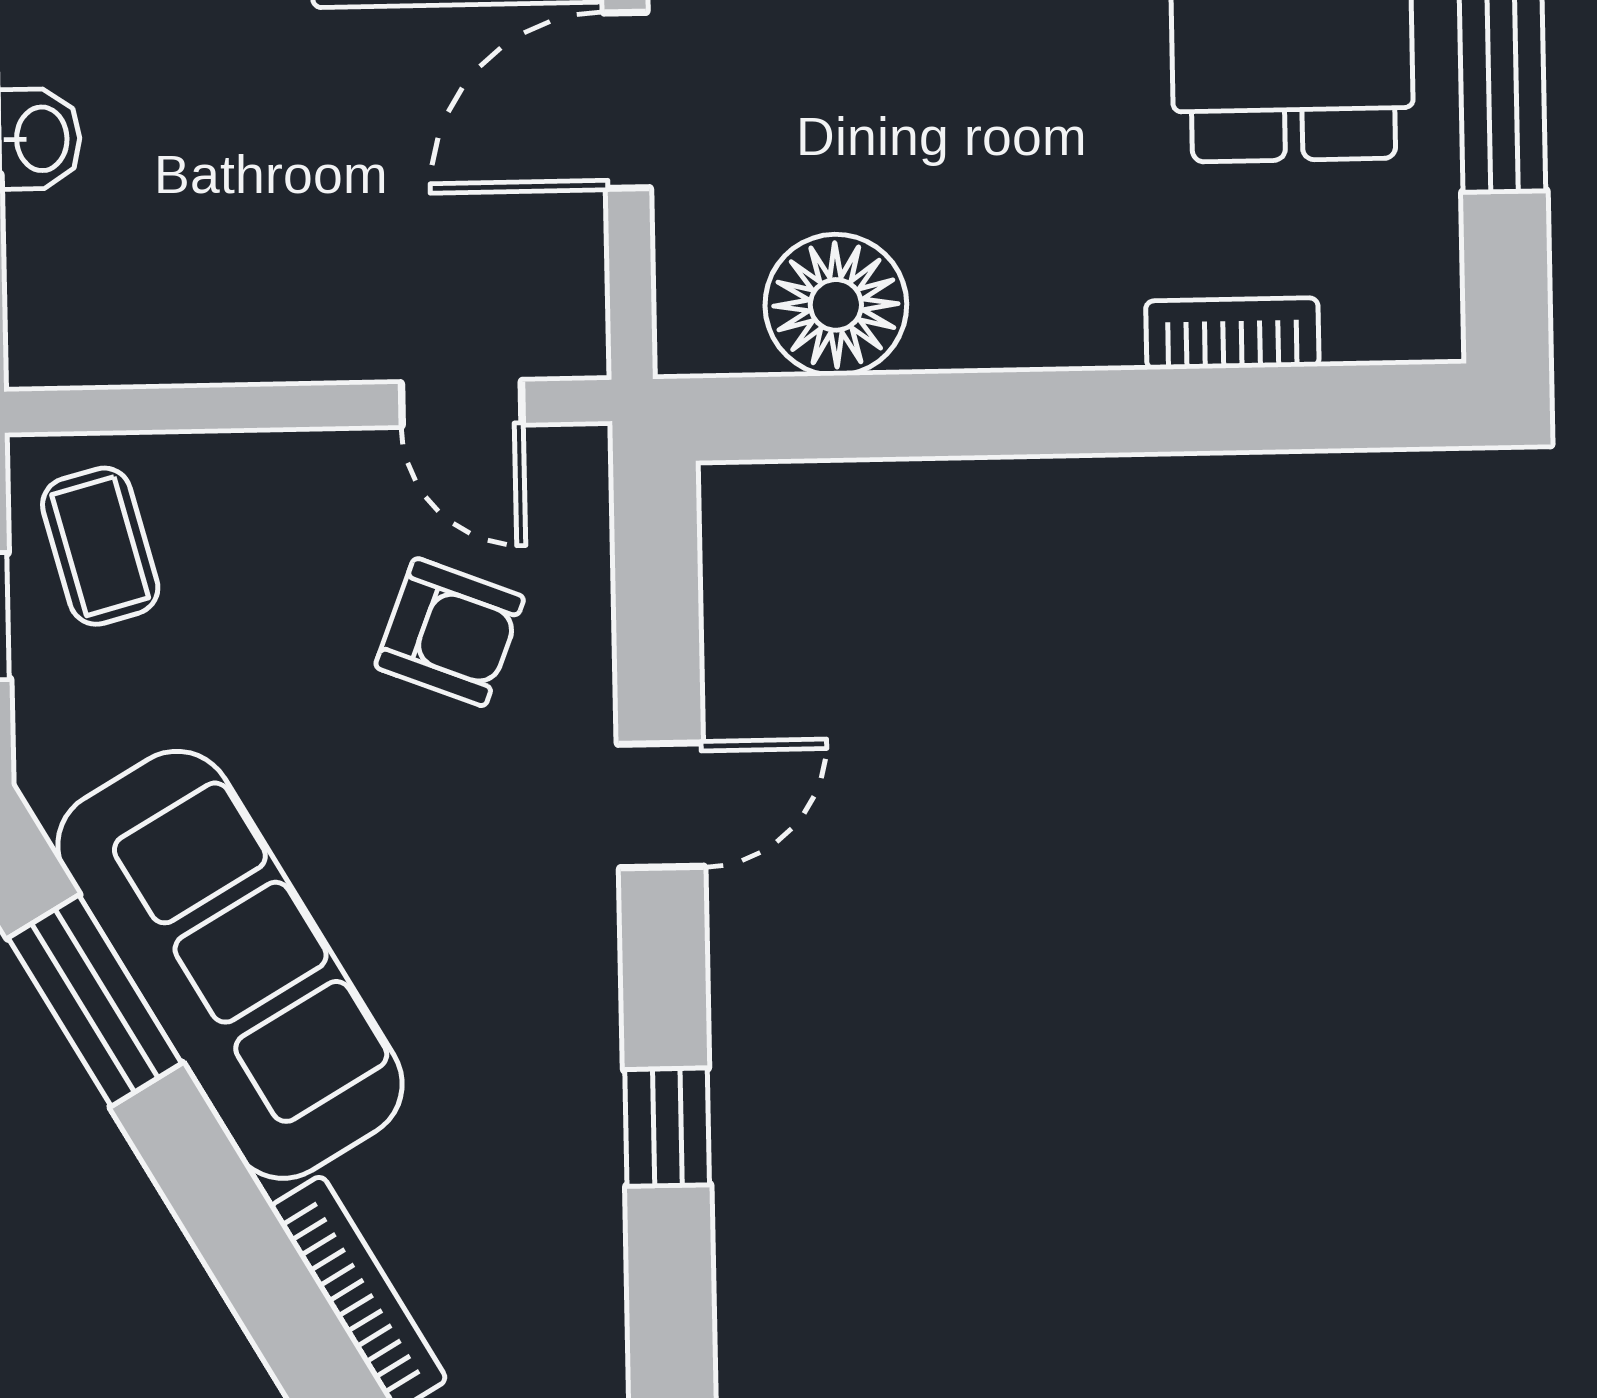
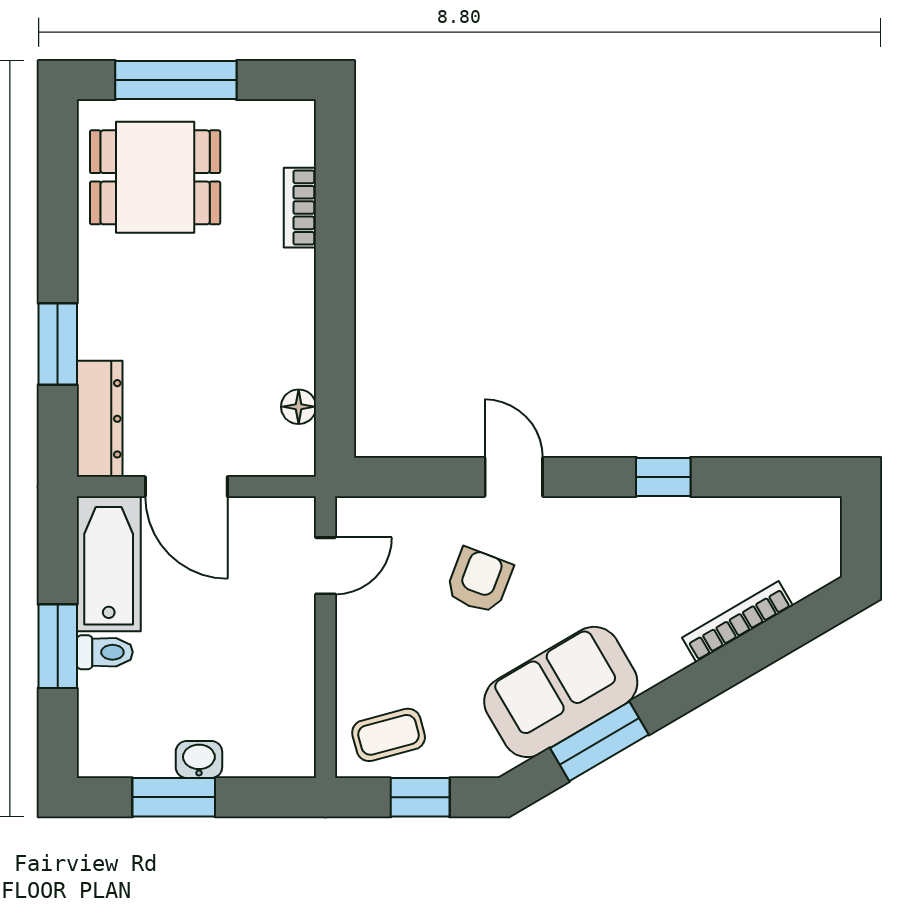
floor lamp: (836, 305) -> (299, 407), width x0.53, depth x0.53
armchair: (450, 632) -> (479, 581), moved
sofa: (230, 965) -> (561, 692), width x0.73

